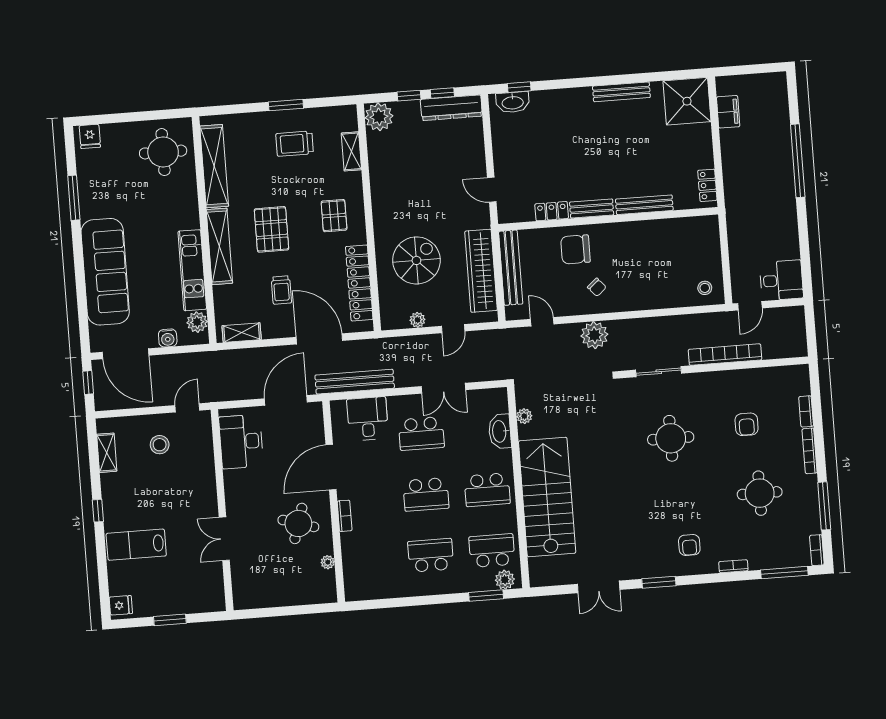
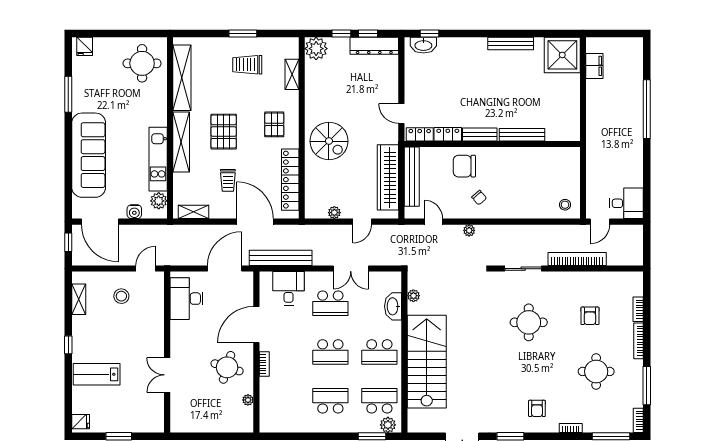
locker: (707, 185) -> (420, 134), moved, turned 90
spiral stairs: (416, 260) -> (329, 141), moved, turned 90
plant: (594, 335) -> (469, 230), width x0.53, depth x0.53

